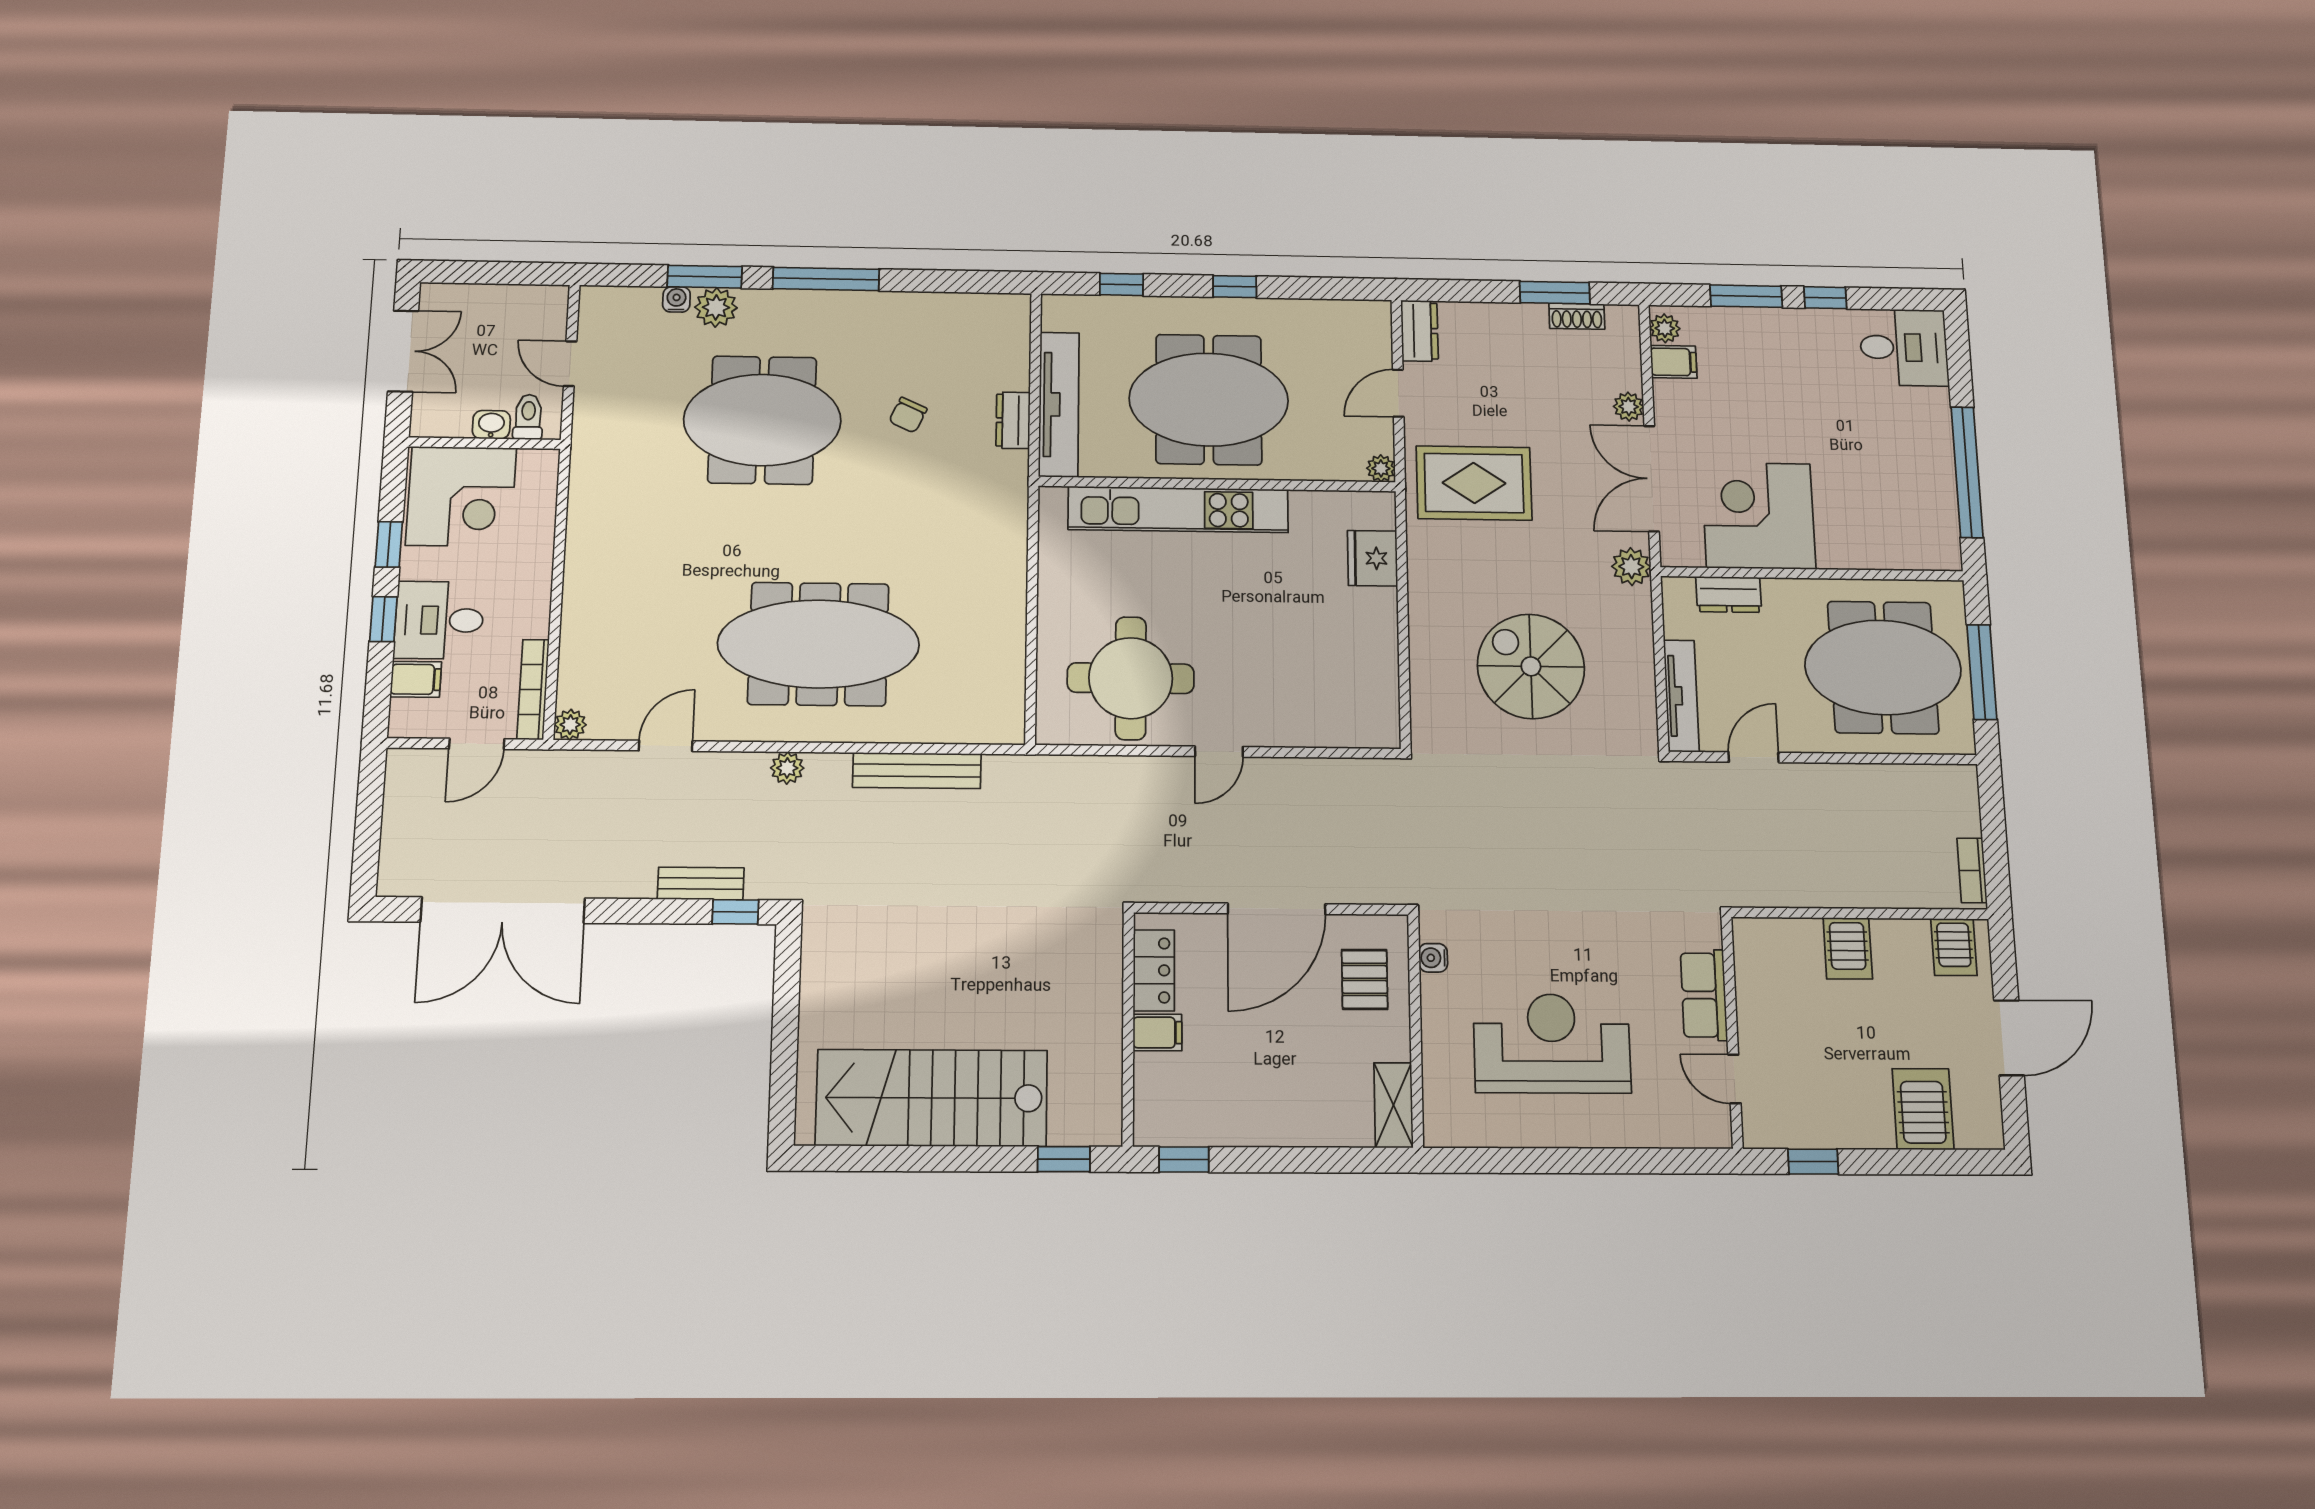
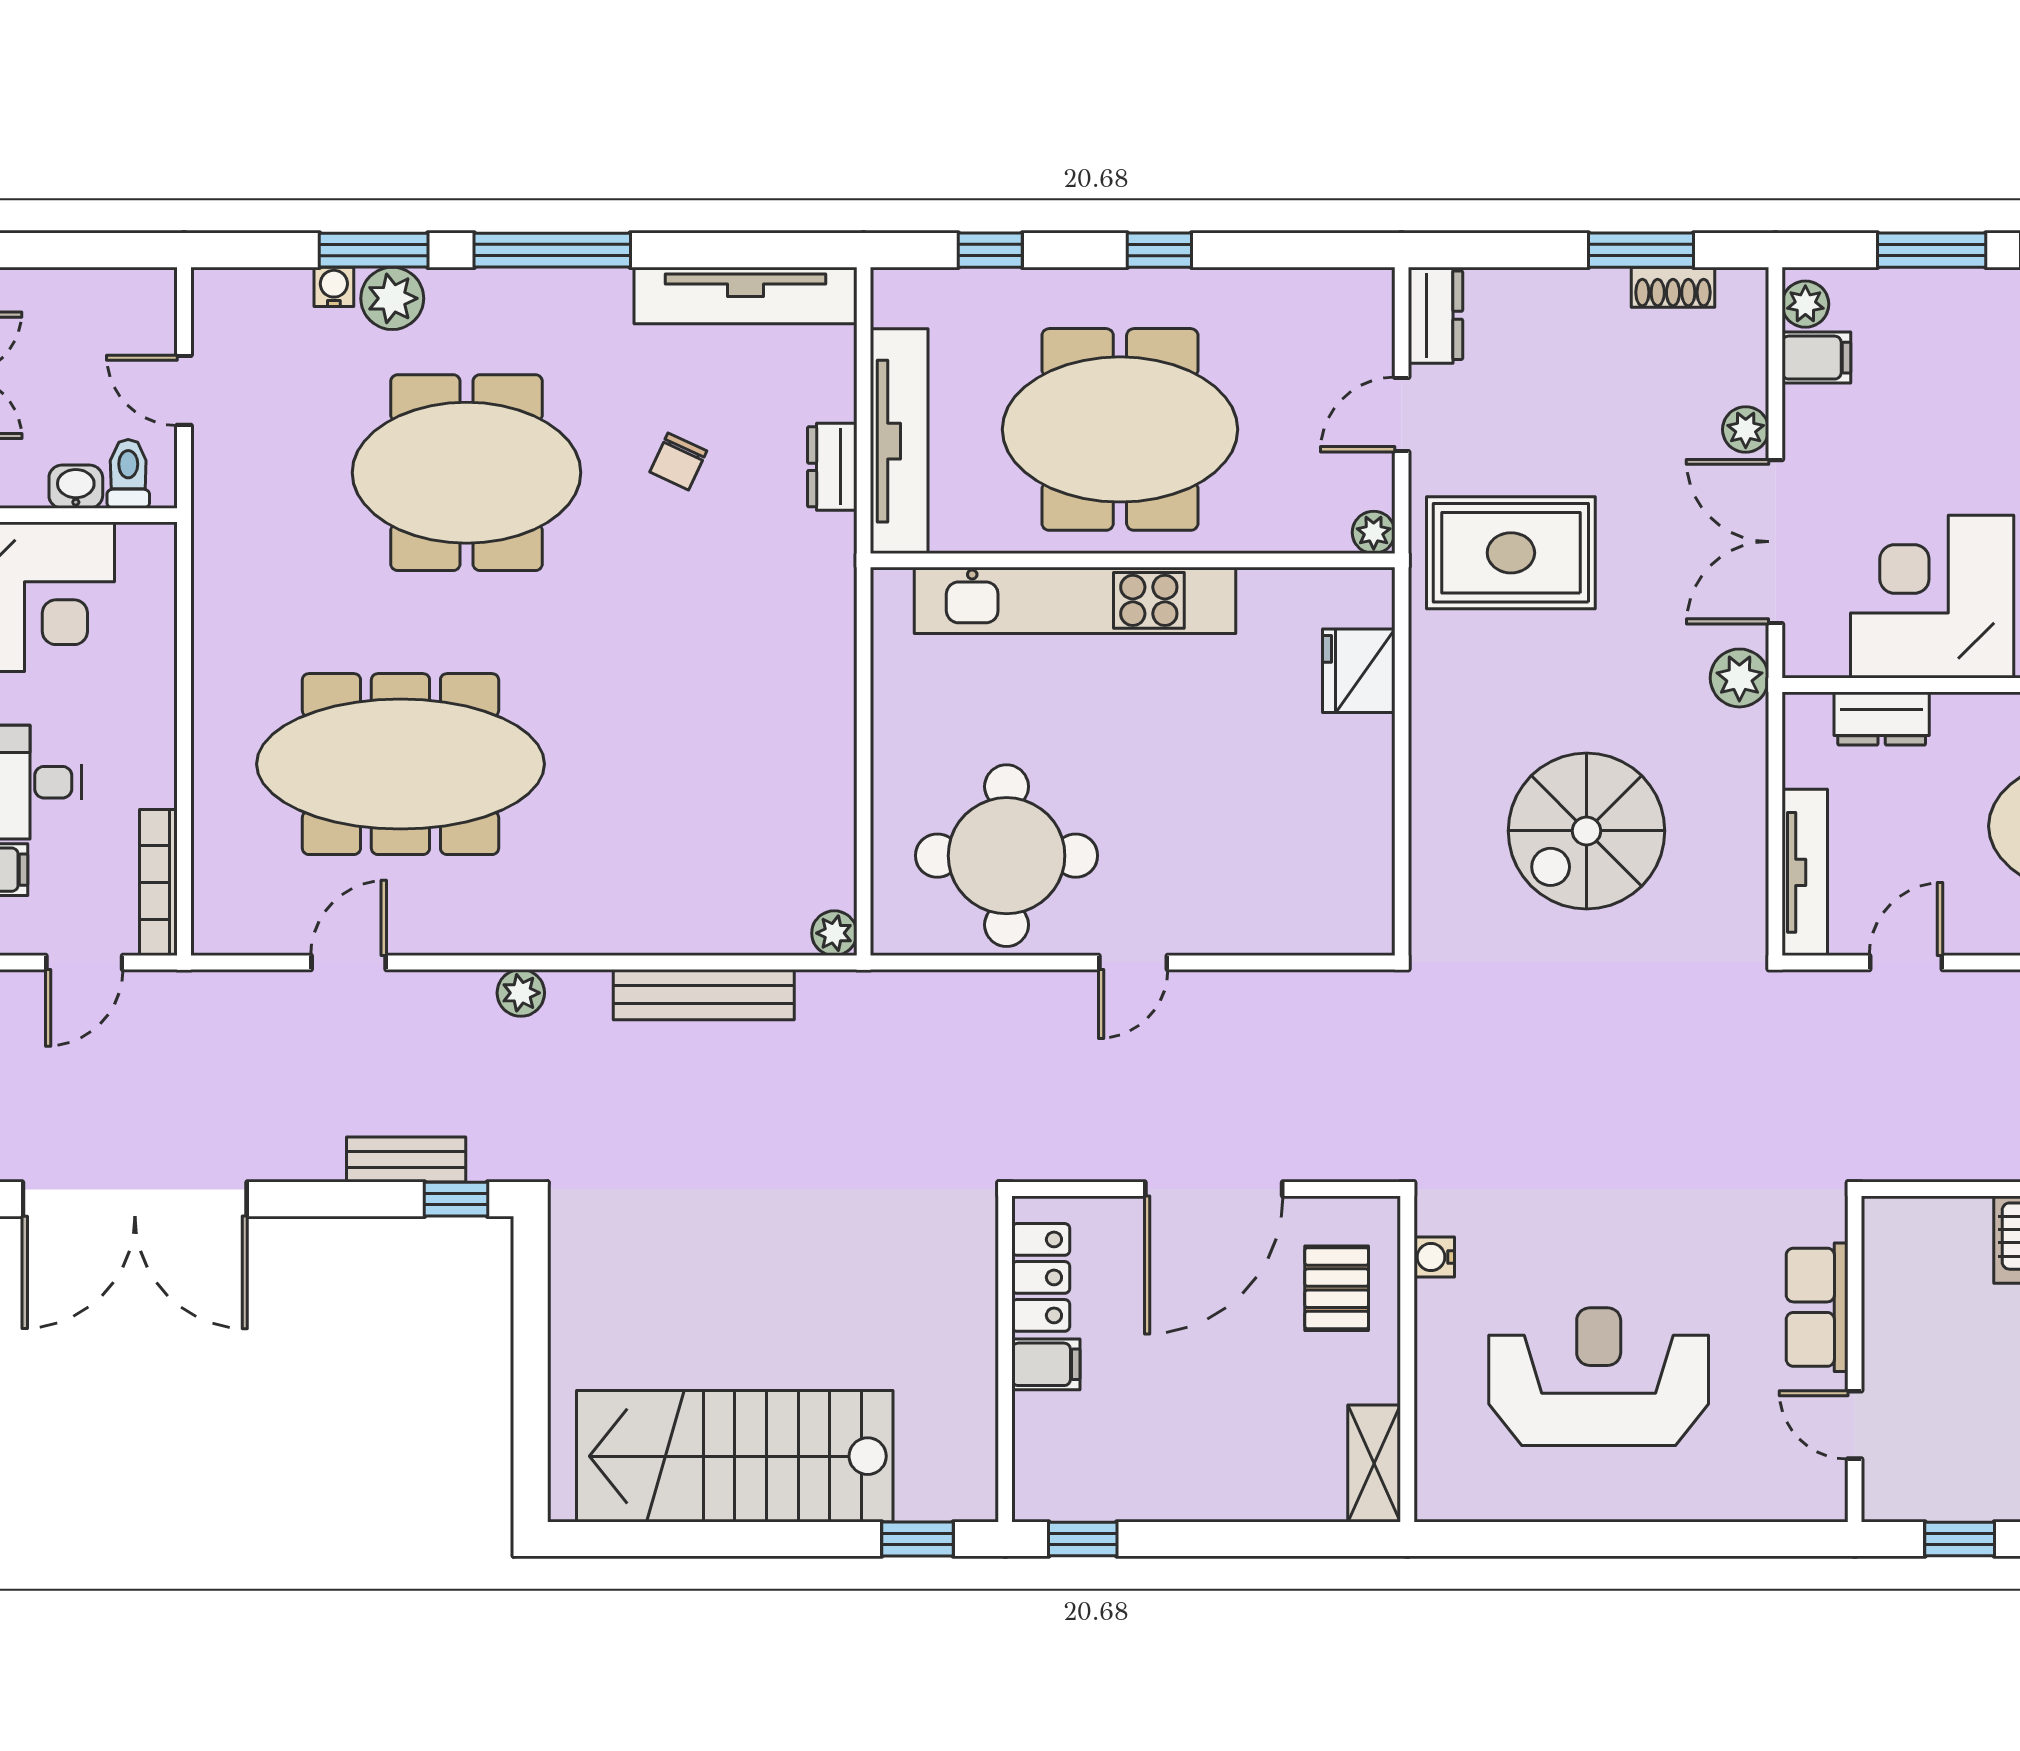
tv unit: (956, 310) -> (745, 296), added
meeting table: (818, 644) -> (400, 764), moved
spiral stairs: (1531, 666) -> (1586, 831), turned -90
plant: (570, 725) -> (834, 933), moved

